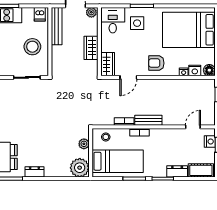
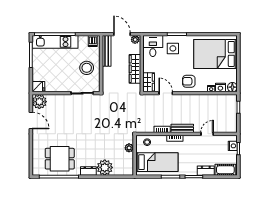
wardrobe: (91, 48) -> (135, 69), width x1.50
door: (128, 77) -> (166, 93), swing flipped
door: (193, 127) -> (207, 134), moved
plant: (80, 168) -> (105, 167), moved

